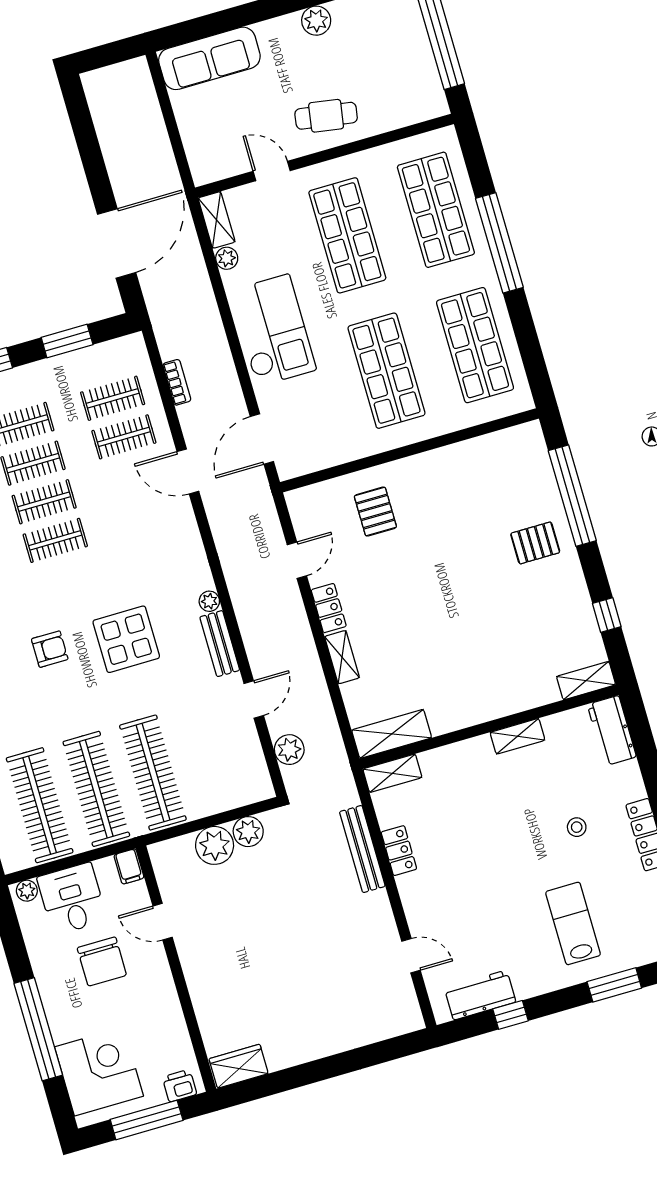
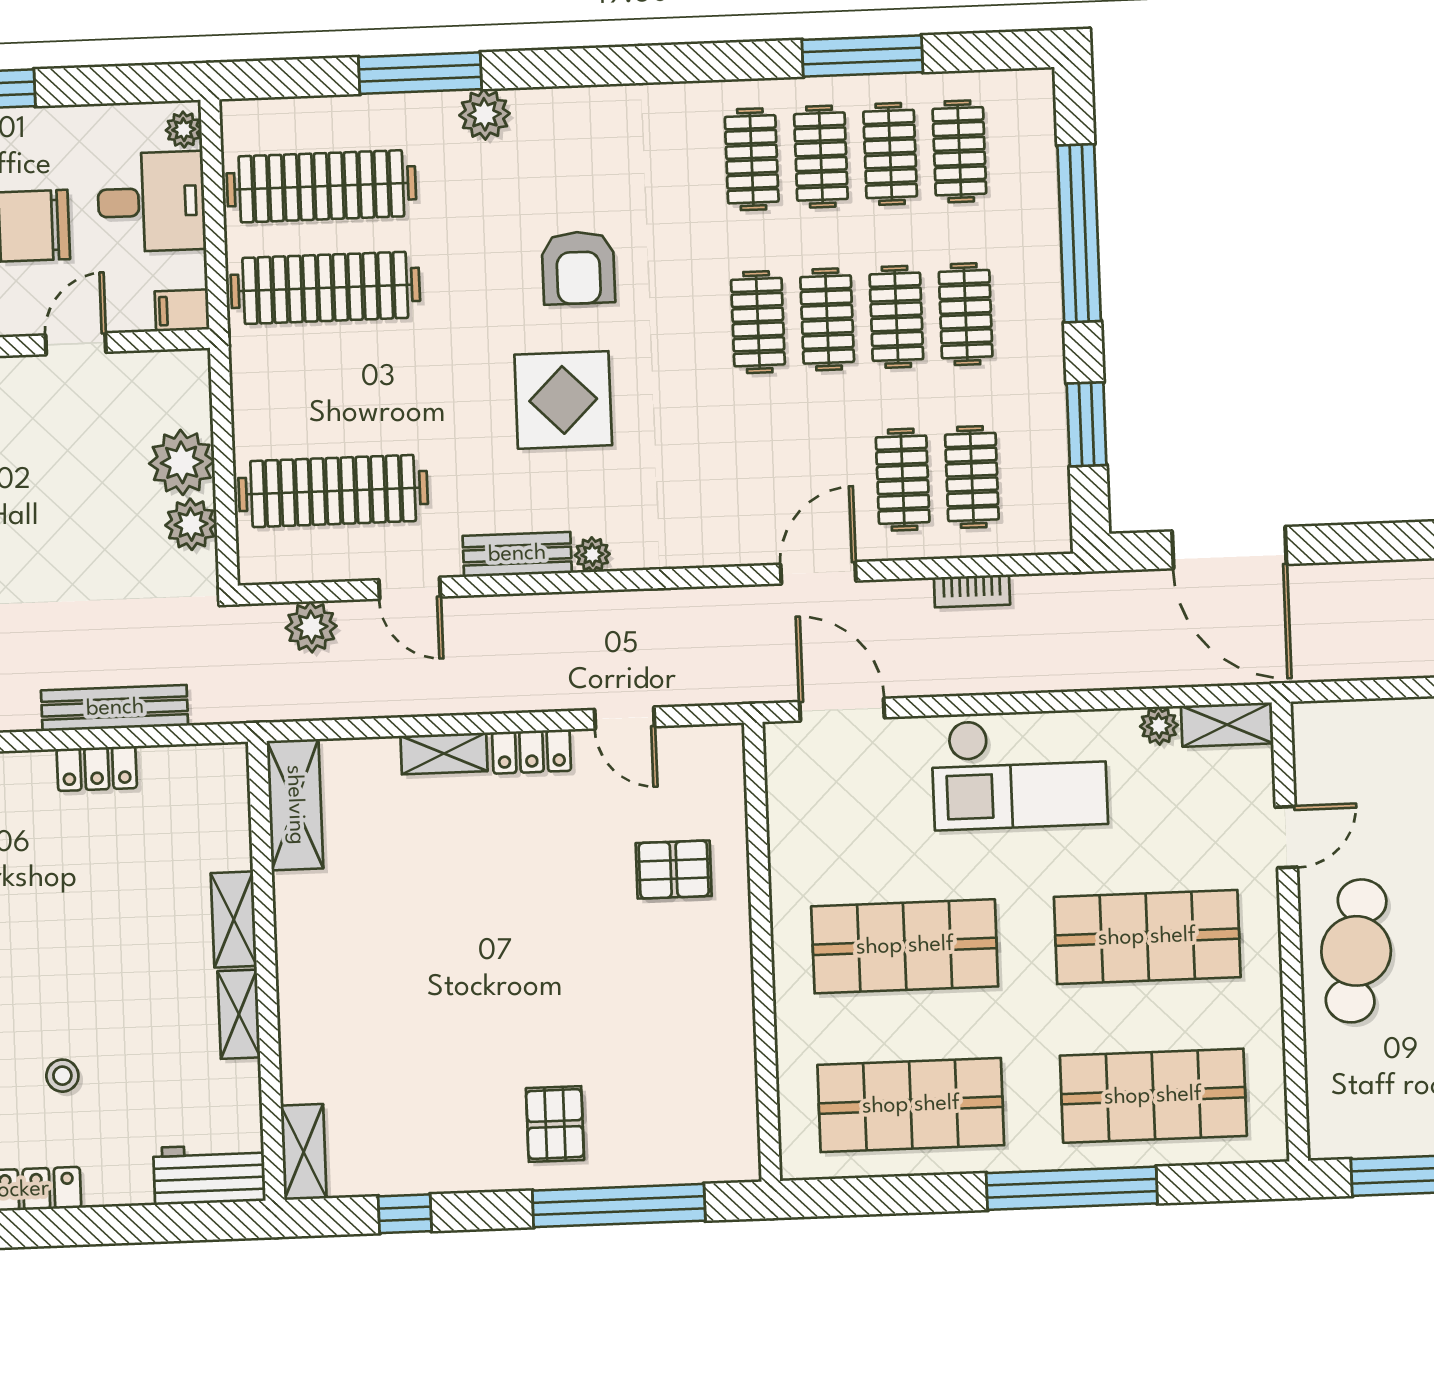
cafe table: (326, 116) -> (1356, 951), width x1.37, depth x1.35
armchair: (50, 649) -> (578, 268), width x1.38, depth x1.38
clothes rail: (153, 773) -> (333, 491), moved
shelving: (392, 773) -> (234, 919), moved

